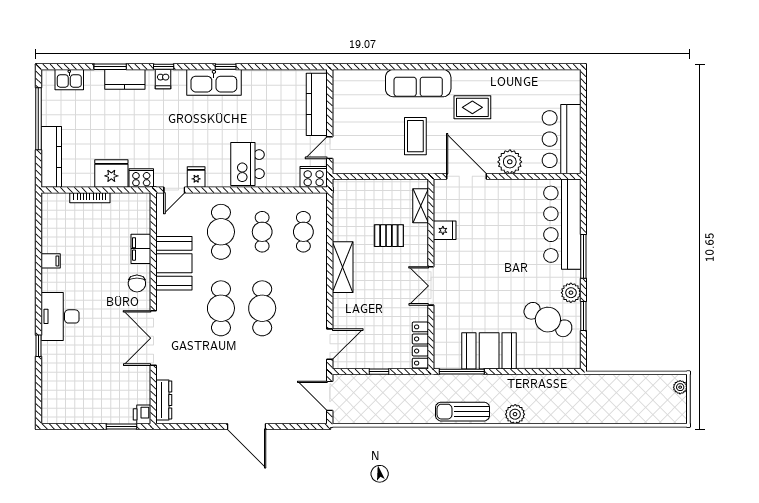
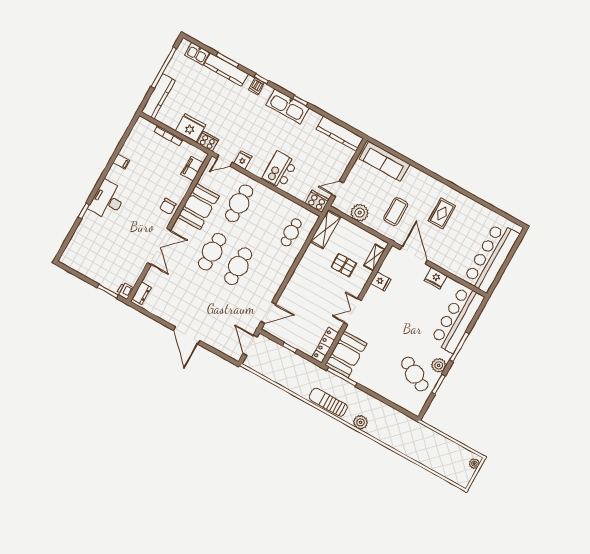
kitchen counter: (125, 79) -> (226, 70), width x1.50
sofa: (418, 83) -> (384, 161), moved
kitchen counter: (317, 104) -> (340, 133), moved, turned -90
rug: (472, 107) -> (442, 213), turned 90
bar counter: (562, 139) -> (491, 257), width x1.36
plant: (510, 162) -> (360, 213), moved
fridge: (509, 190) -> (436, 278), added
cafe table: (262, 232) -> (265, 218), removed
filing cabinet: (141, 249) -> (192, 169), moved
shelving: (343, 267) -> (325, 229), moved
double door: (153, 338) -> (159, 247), swing flipped
booth: (489, 351) -> (346, 354), moved, turned 90
dresser: (164, 400) -> (142, 293), width x0.70

